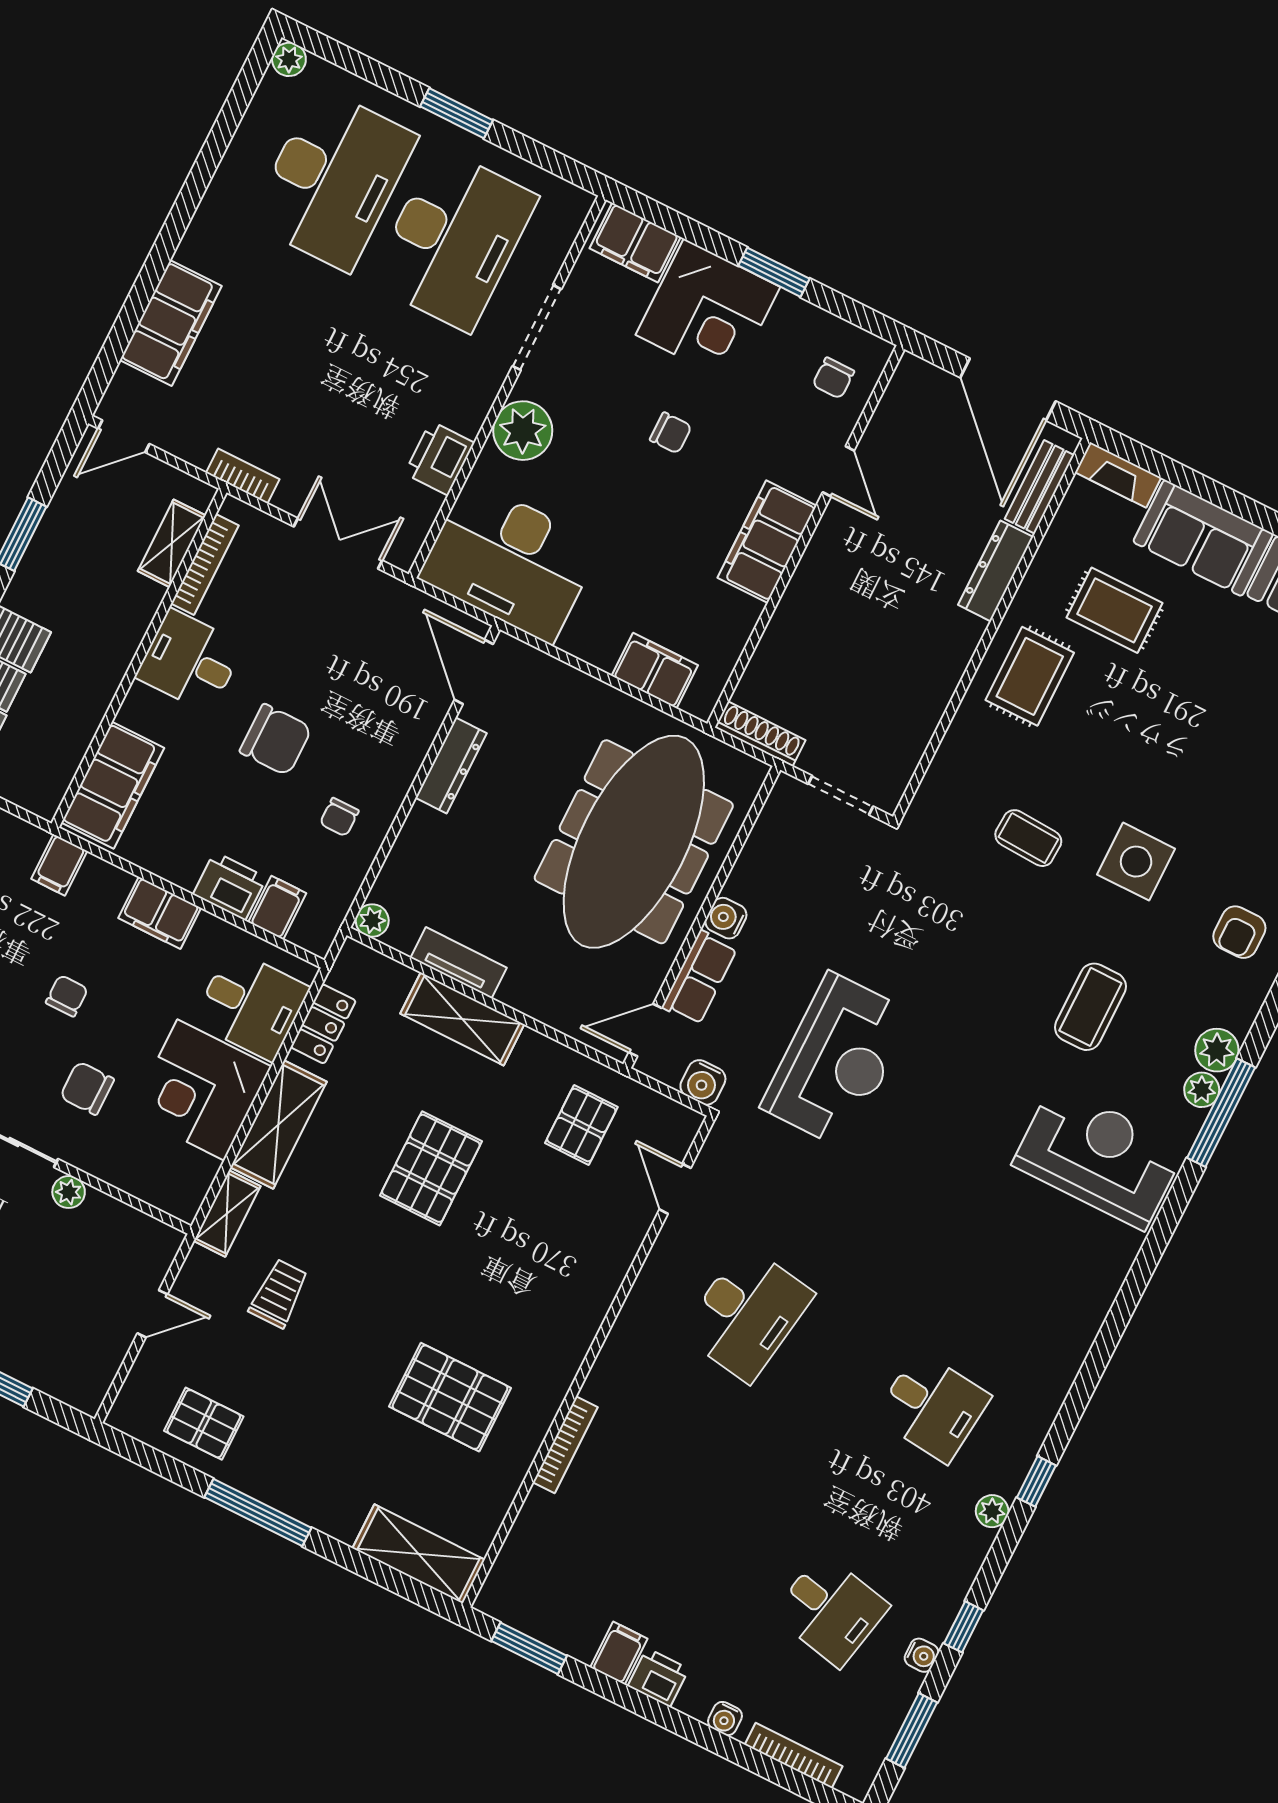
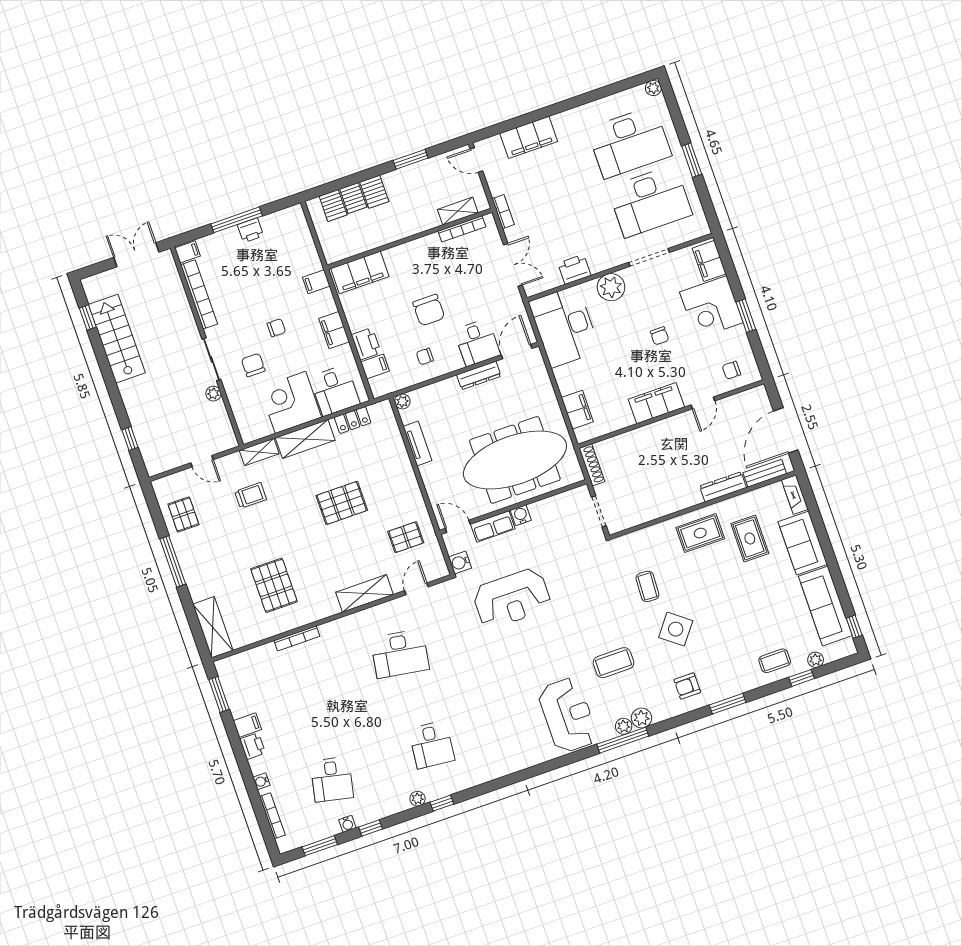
desk: (190, 661) -> (477, 342), moved, turned 180
side table: (1136, 862) -> (676, 629), turned 38
shelving: (462, 1019) -> (364, 593), moved, turned 90

